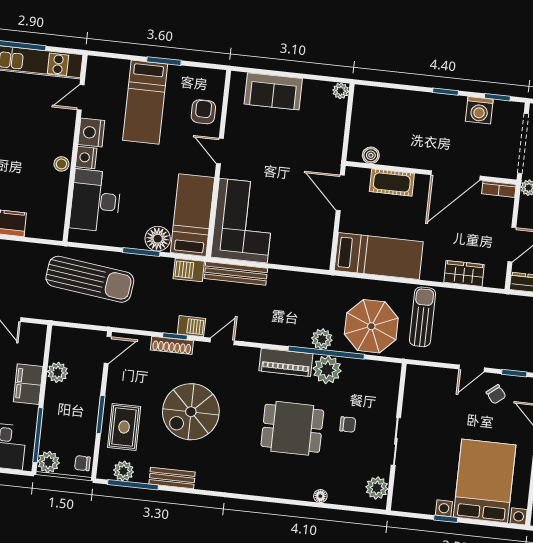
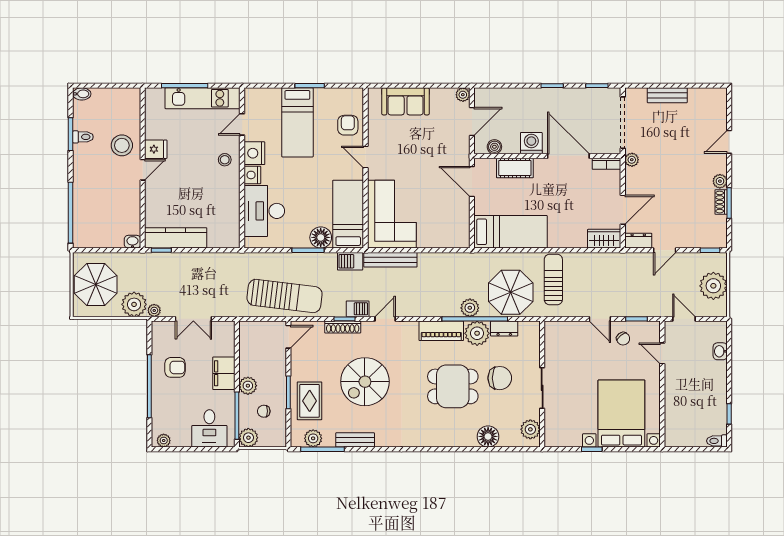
washing machine: (479, 110) -> (531, 143), moved, turned 180
door: (348, 123) -> (472, 122), added
stool: (61, 164) -> (225, 160), moved
door: (456, 175) -> (568, 156), swing flipped
wardrobe: (464, 273) -> (604, 239), moved
sun lounger: (90, 279) -> (285, 296), moved
dresser: (359, 368) -> (504, 329), added
door: (472, 368) -> (600, 319), hinge flipped
plant: (58, 372) -> (248, 386), moved
chair: (348, 425) -> (500, 378), width x1.87, depth x1.87
chair: (82, 463) -> (264, 411), moved
floor lamp: (320, 496) -> (488, 436), width x1.89, depth x1.89

